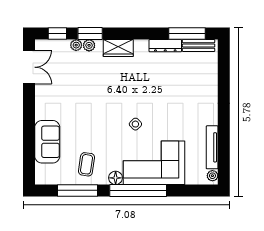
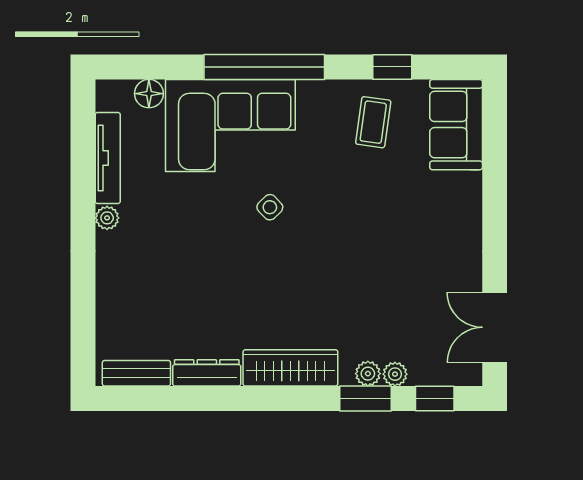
window: (187, 34) -> (161, 398), removed
wardrobe: (118, 48) -> (290, 368), width x1.50
sofa: (47, 142) -> (456, 125), moved
plant: (212, 176) -> (107, 218), moved
floor lamp: (116, 178) -> (149, 94), moved
window: (78, 190) -> (392, 67), width x0.46

